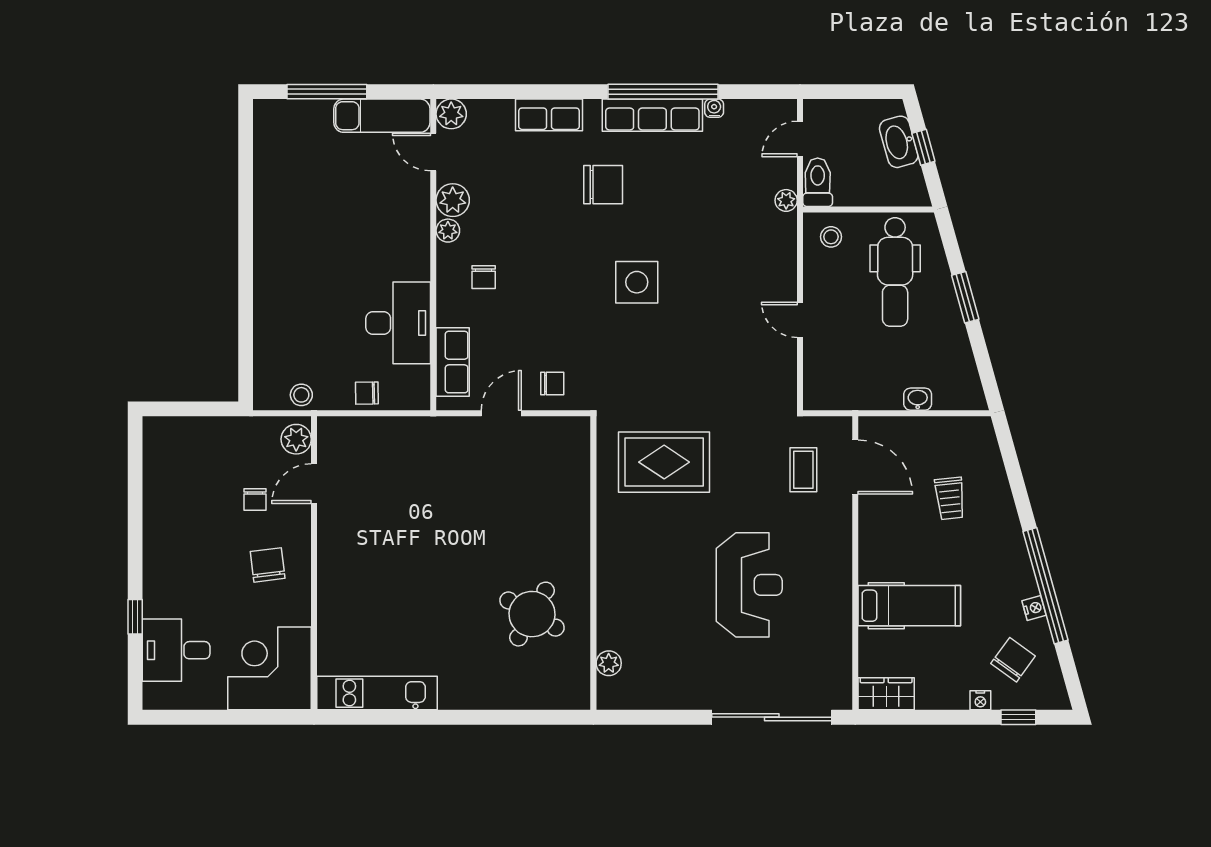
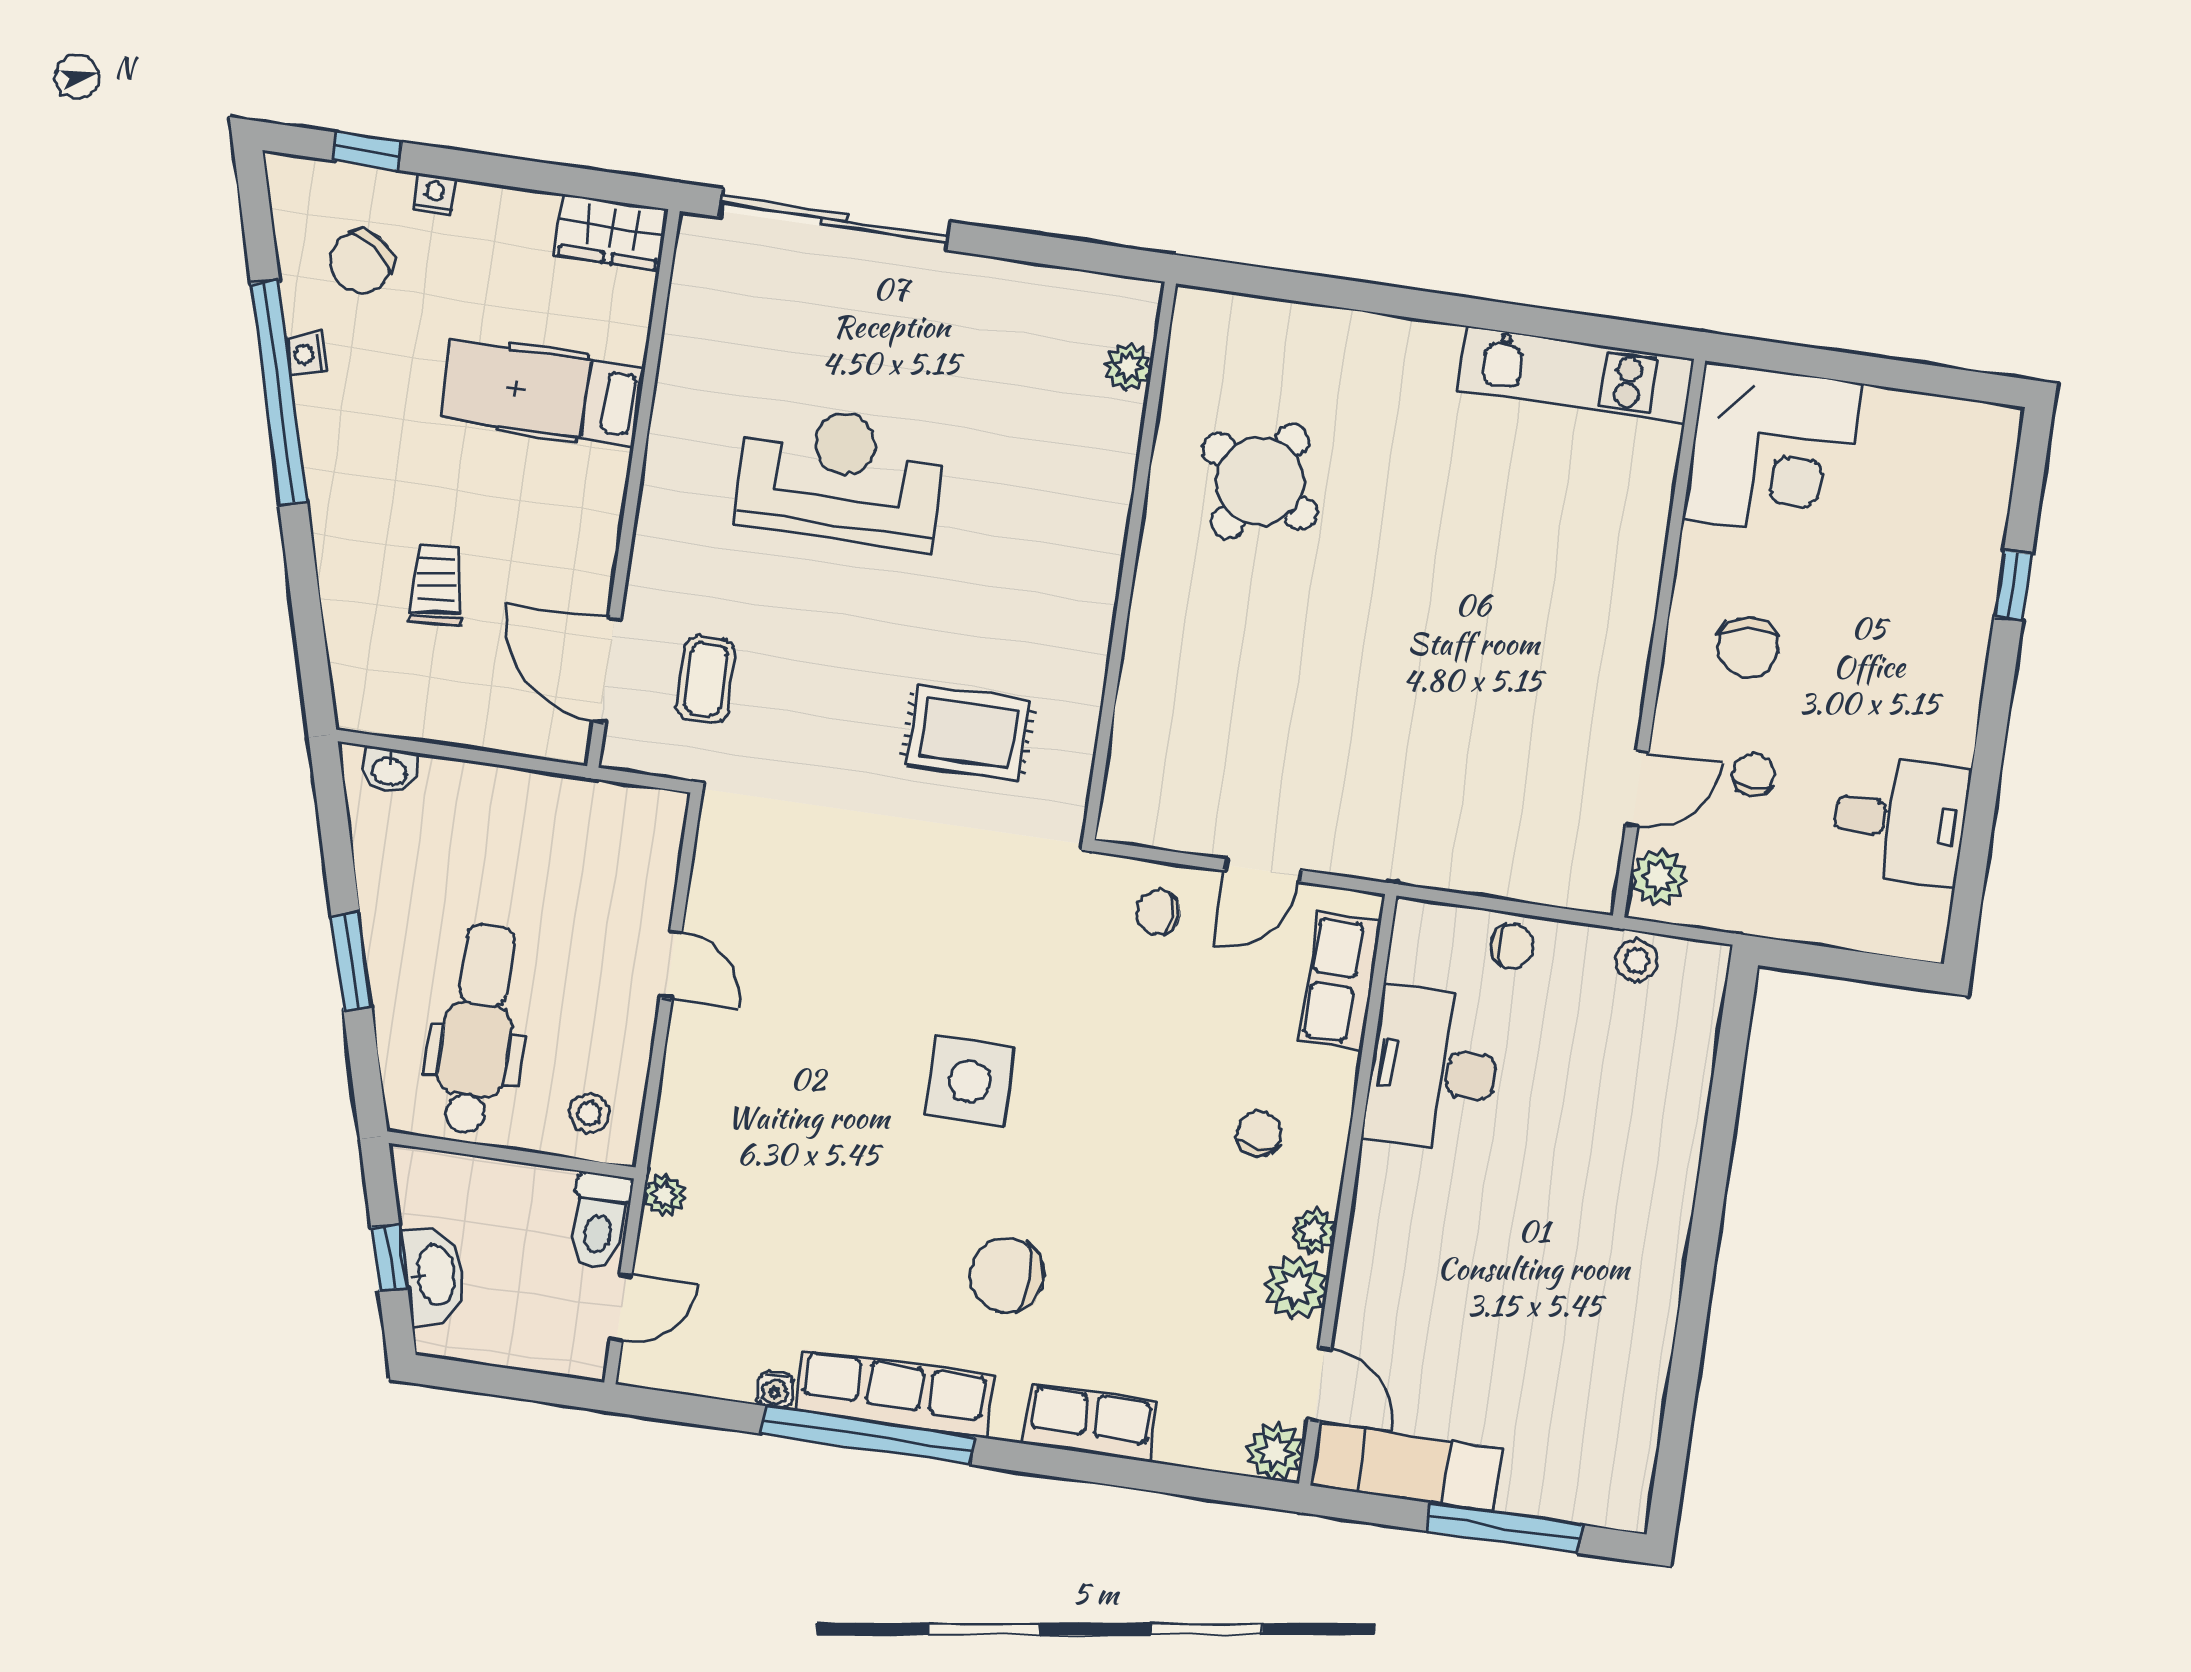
washbasin: (918, 399) -> (389, 770), moved
rug: (664, 462) -> (968, 733), width x0.73, depth x0.70
reception desk: (749, 585) -> (841, 476), turned 90
desk: (176, 650) -> (1900, 821), moved

